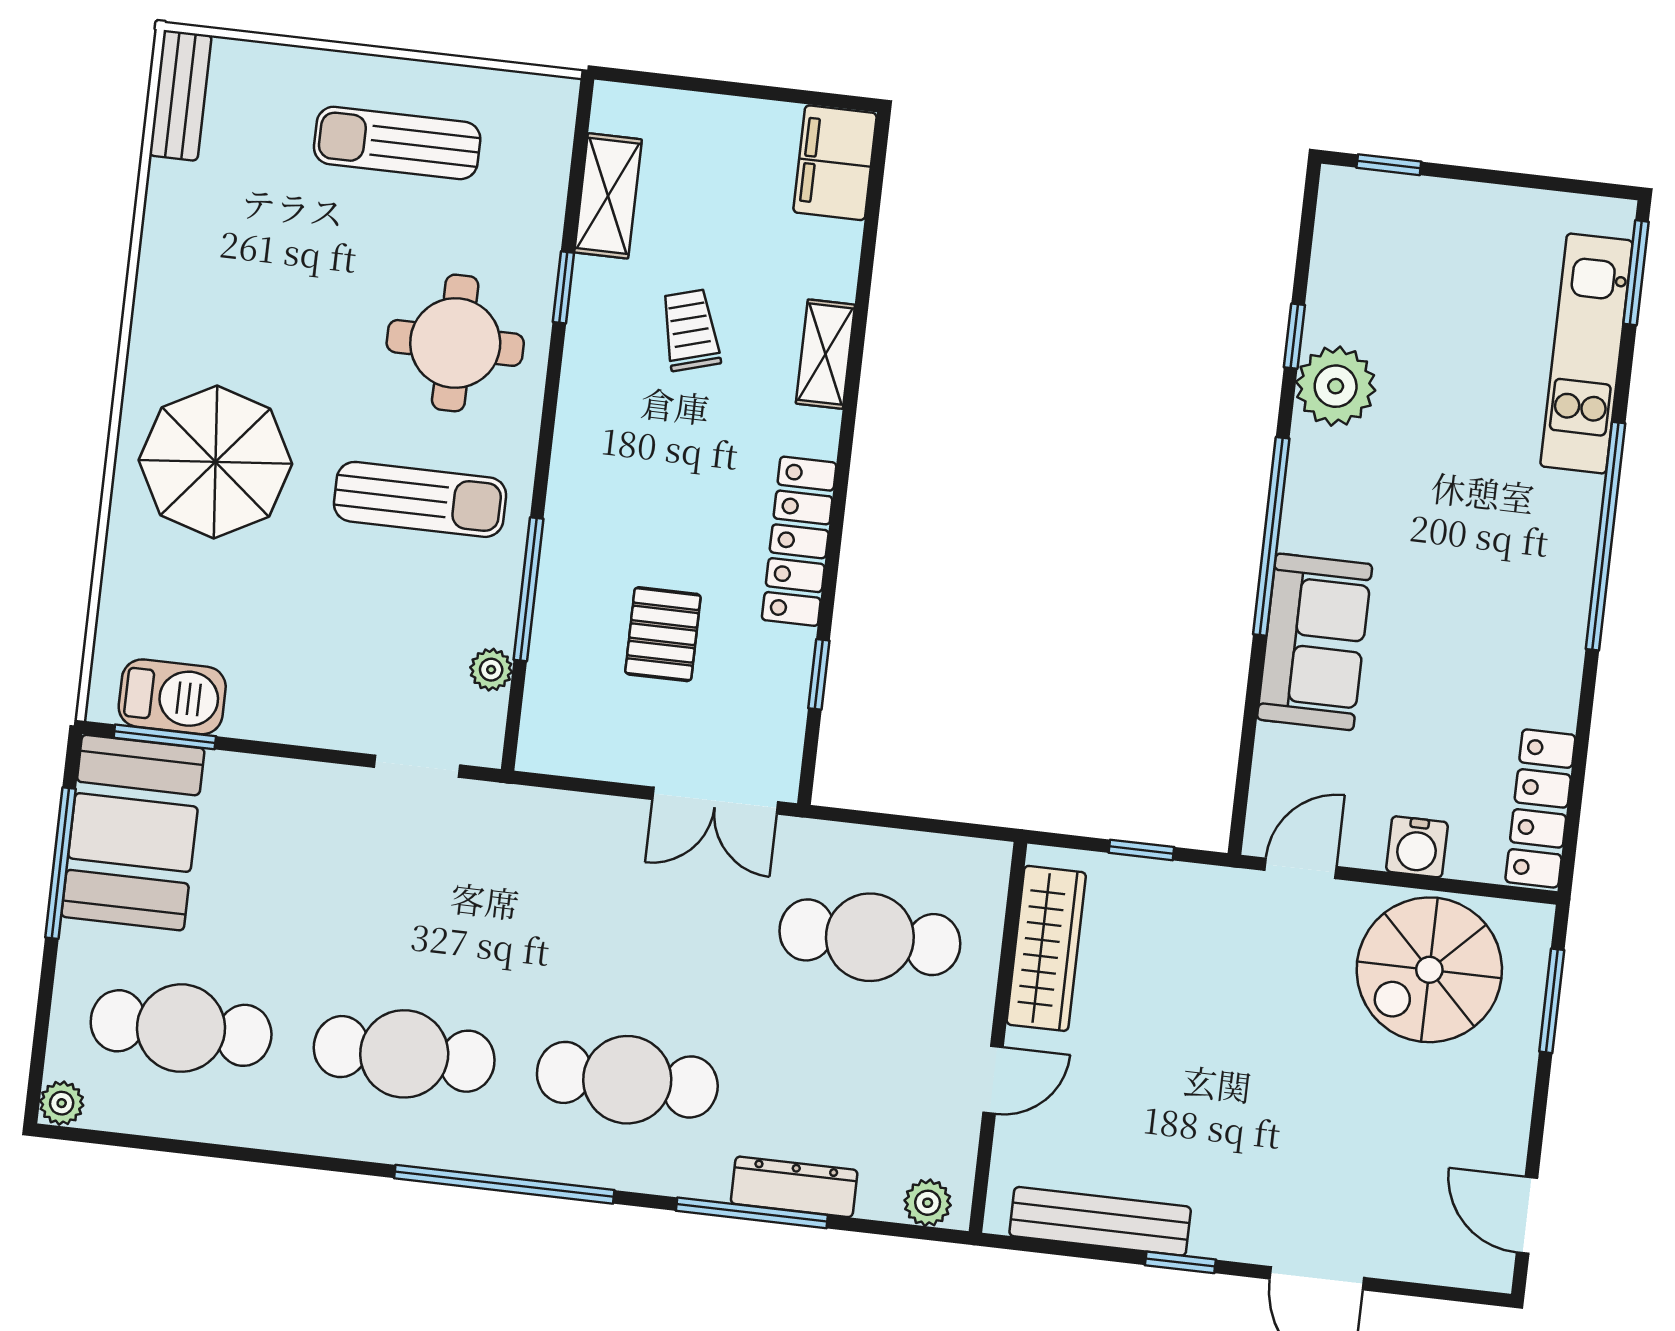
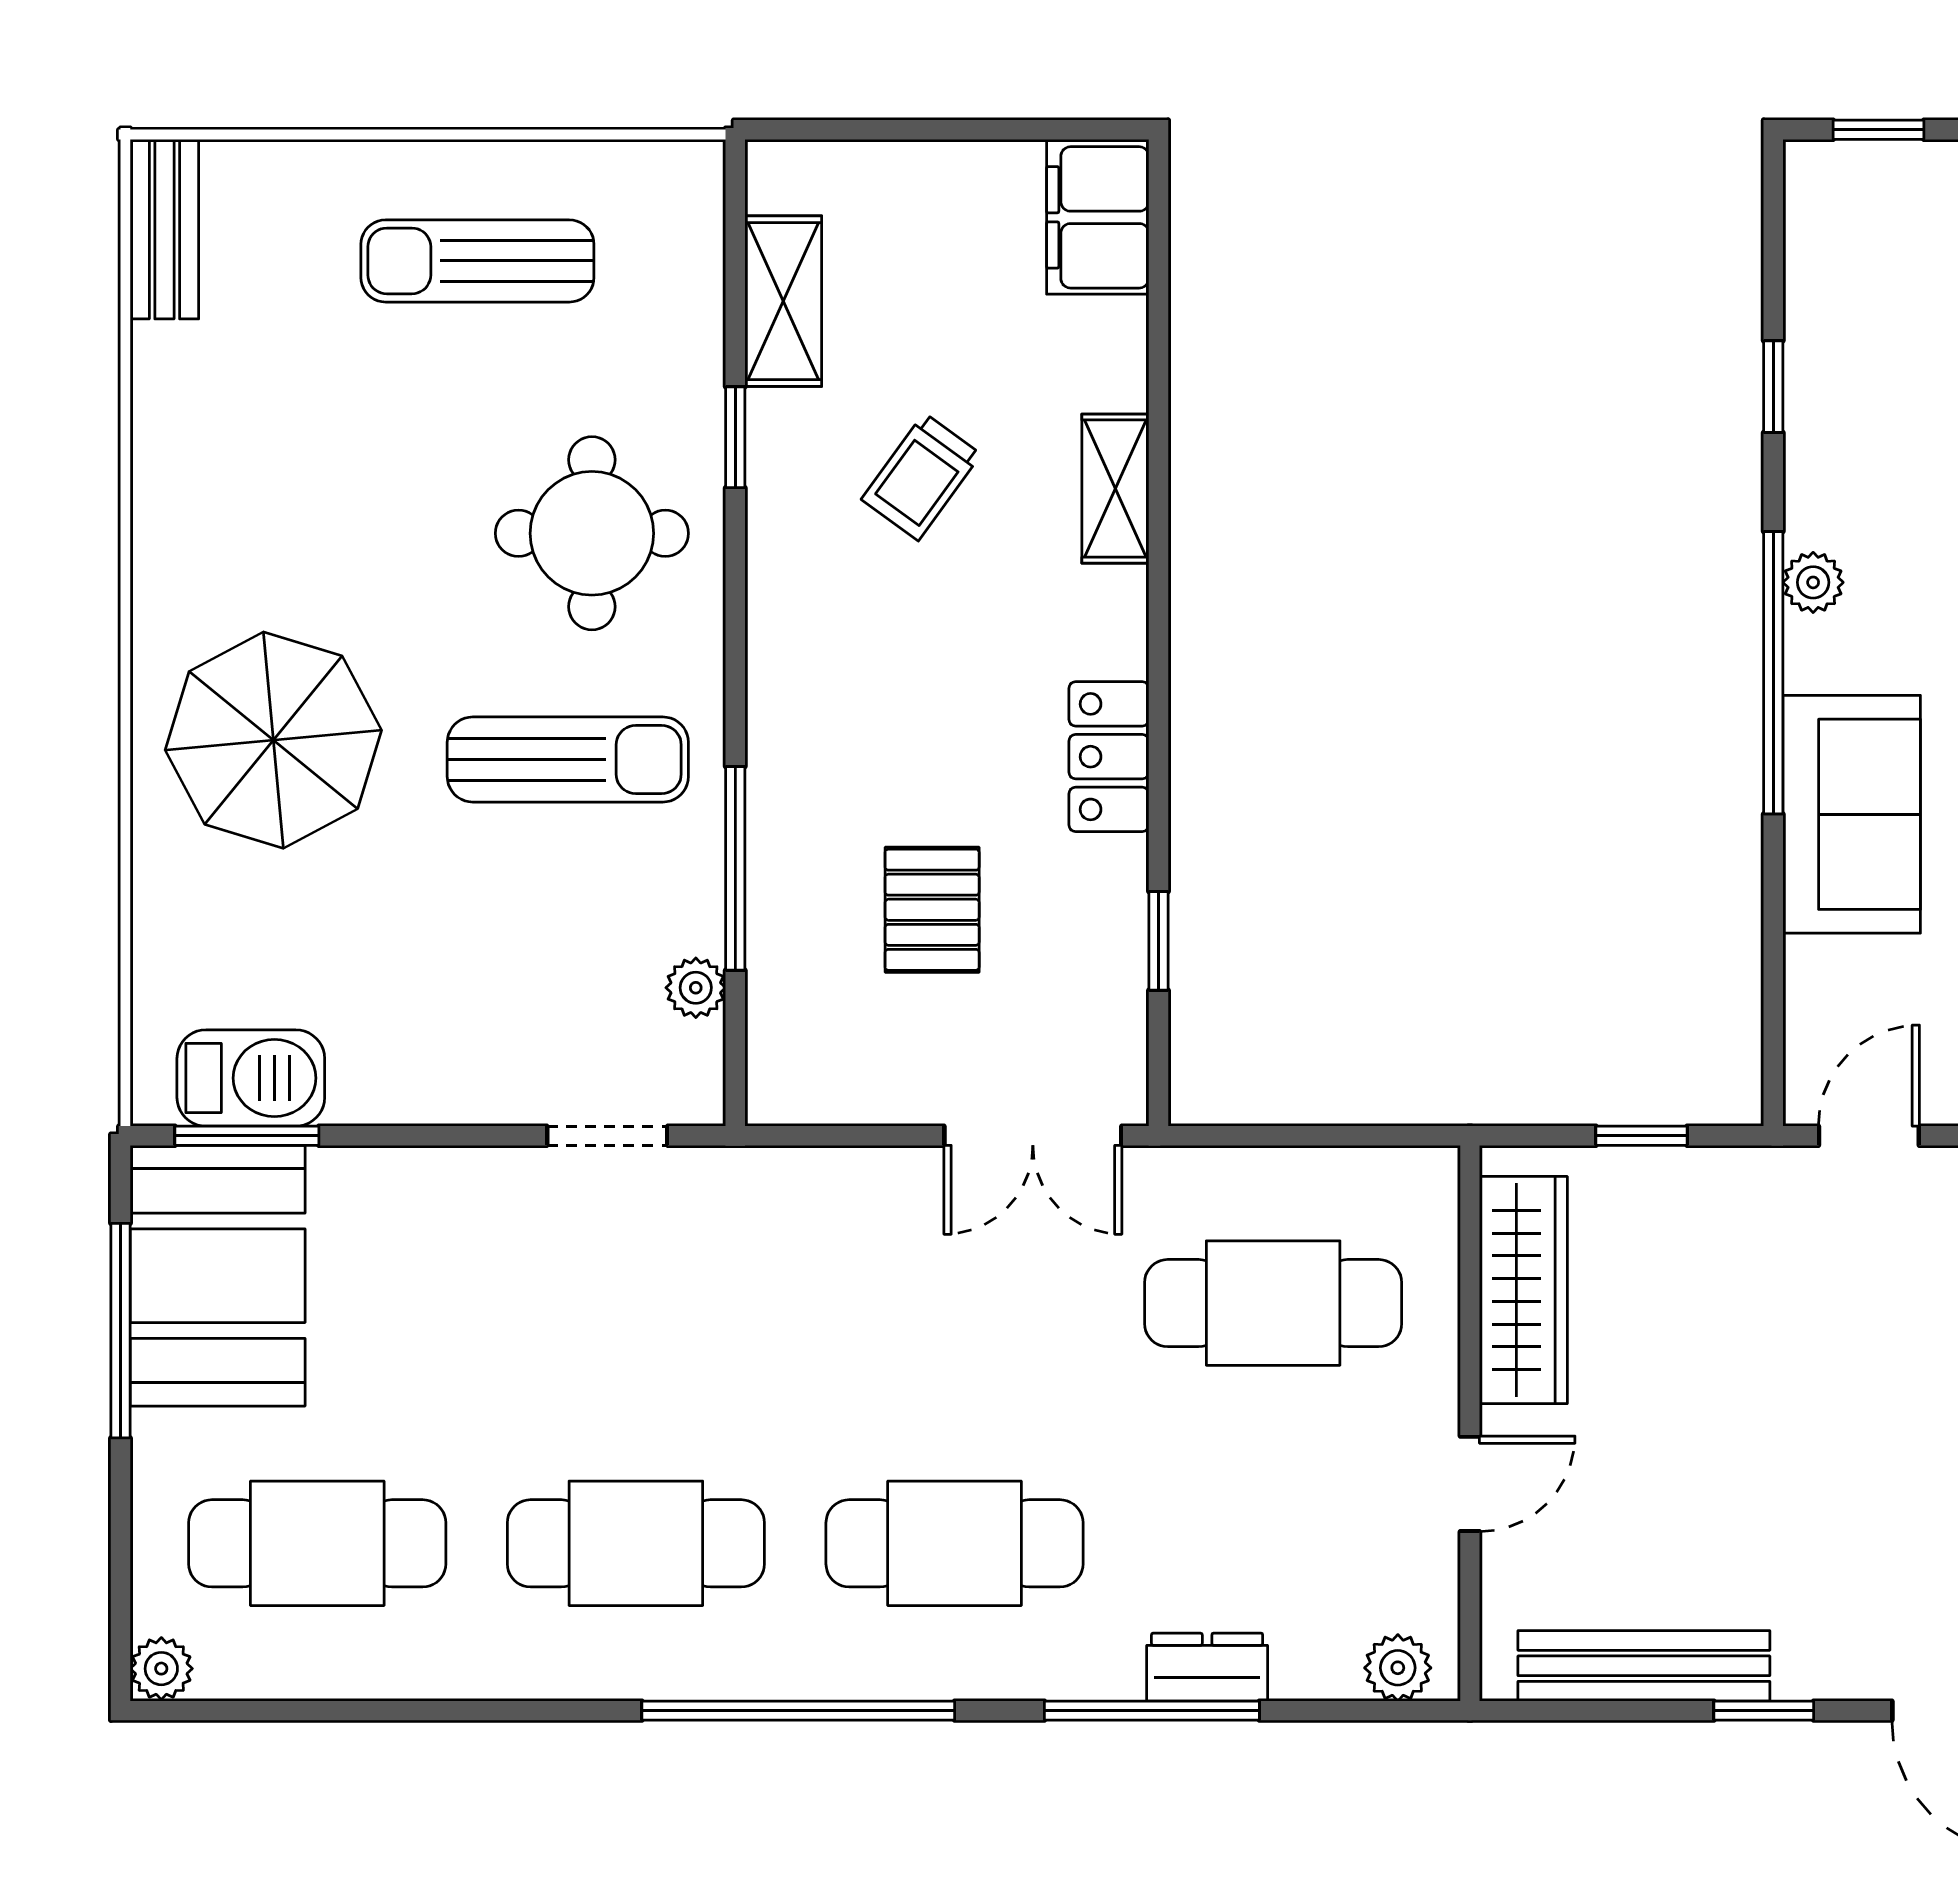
trolley: (690, 330) -> (921, 477), turned -128
plant: (1336, 386) -> (1813, 582), moved, width x0.53, depth x0.53
locker: (799, 541) -> (1109, 757), width x0.66
dresser: (794, 1187) -> (1207, 1667), width x0.70

